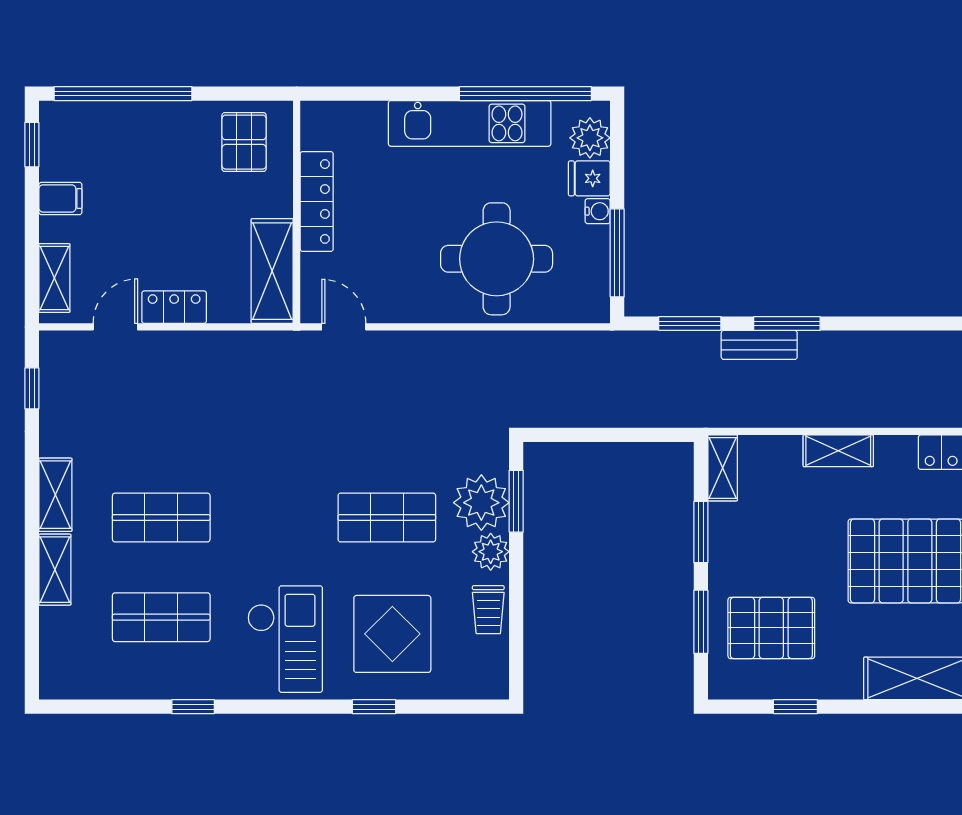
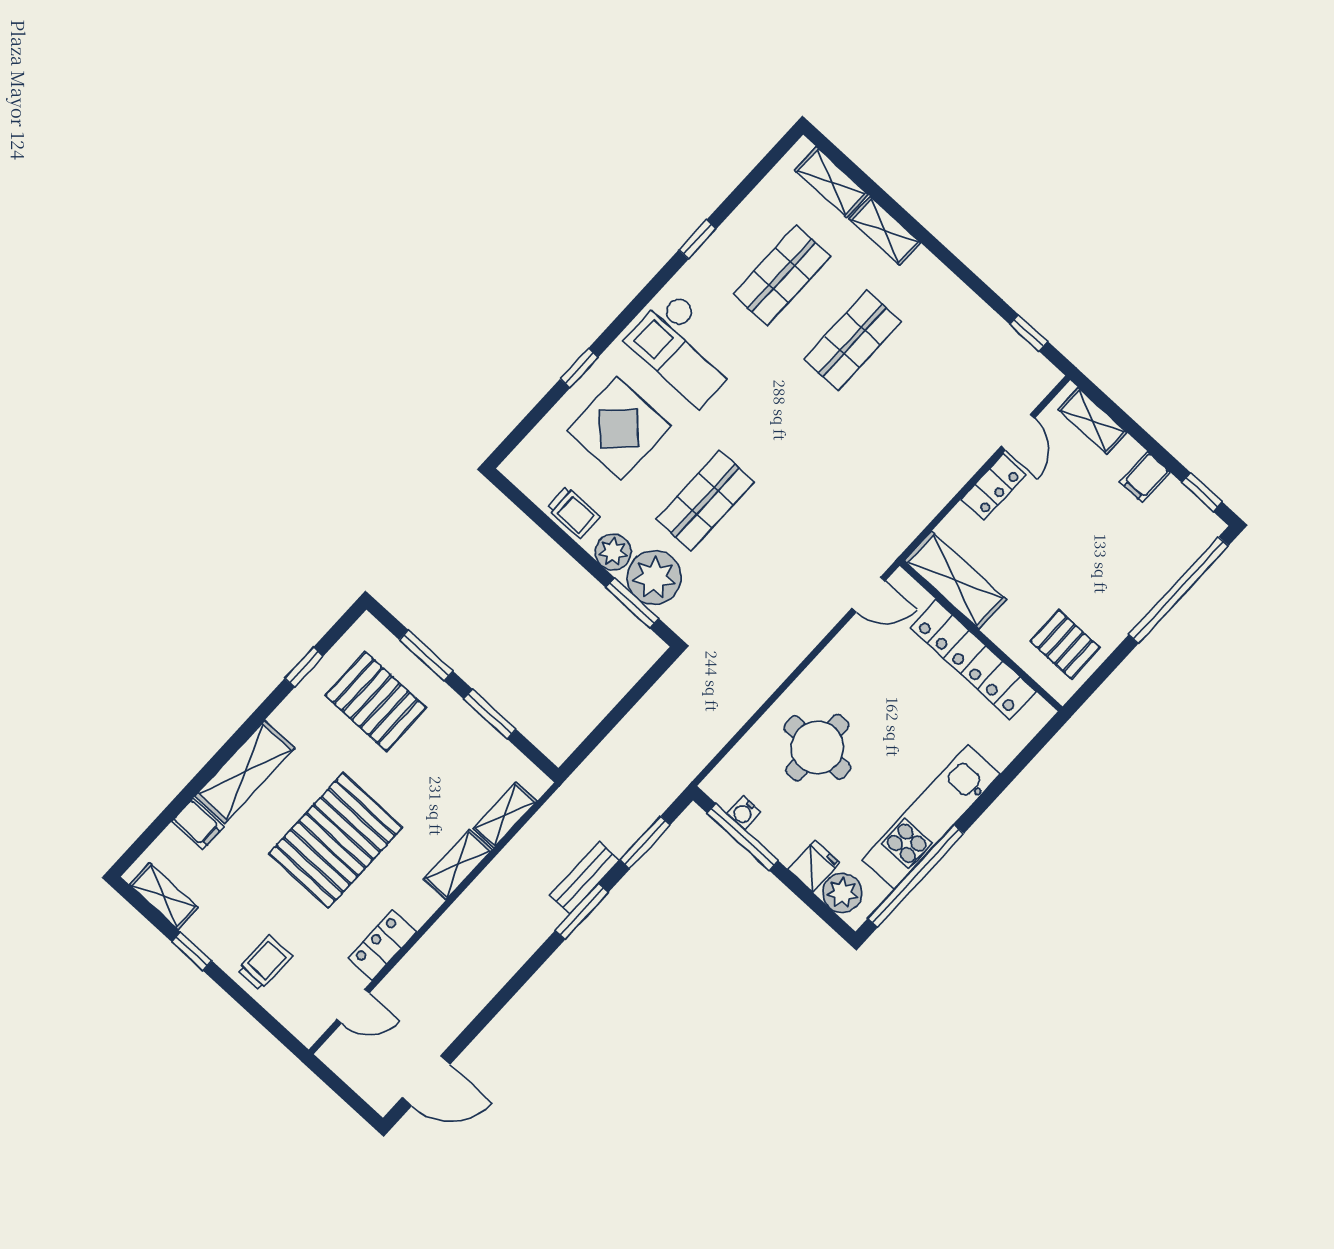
locker: (317, 201) -> (973, 660), width x1.41, depth x1.21
water cooler: (598, 211) -> (744, 812), moved
round table: (497, 259) -> (817, 747), width x0.73, depth x0.73
shelving: (723, 468) -> (505, 815), moved, turned 90
shelving: (55, 495) -> (831, 182), moved
trolley: (488, 610) -> (574, 512), turned 180
pallet: (771, 628) -> (376, 701), turned 90

